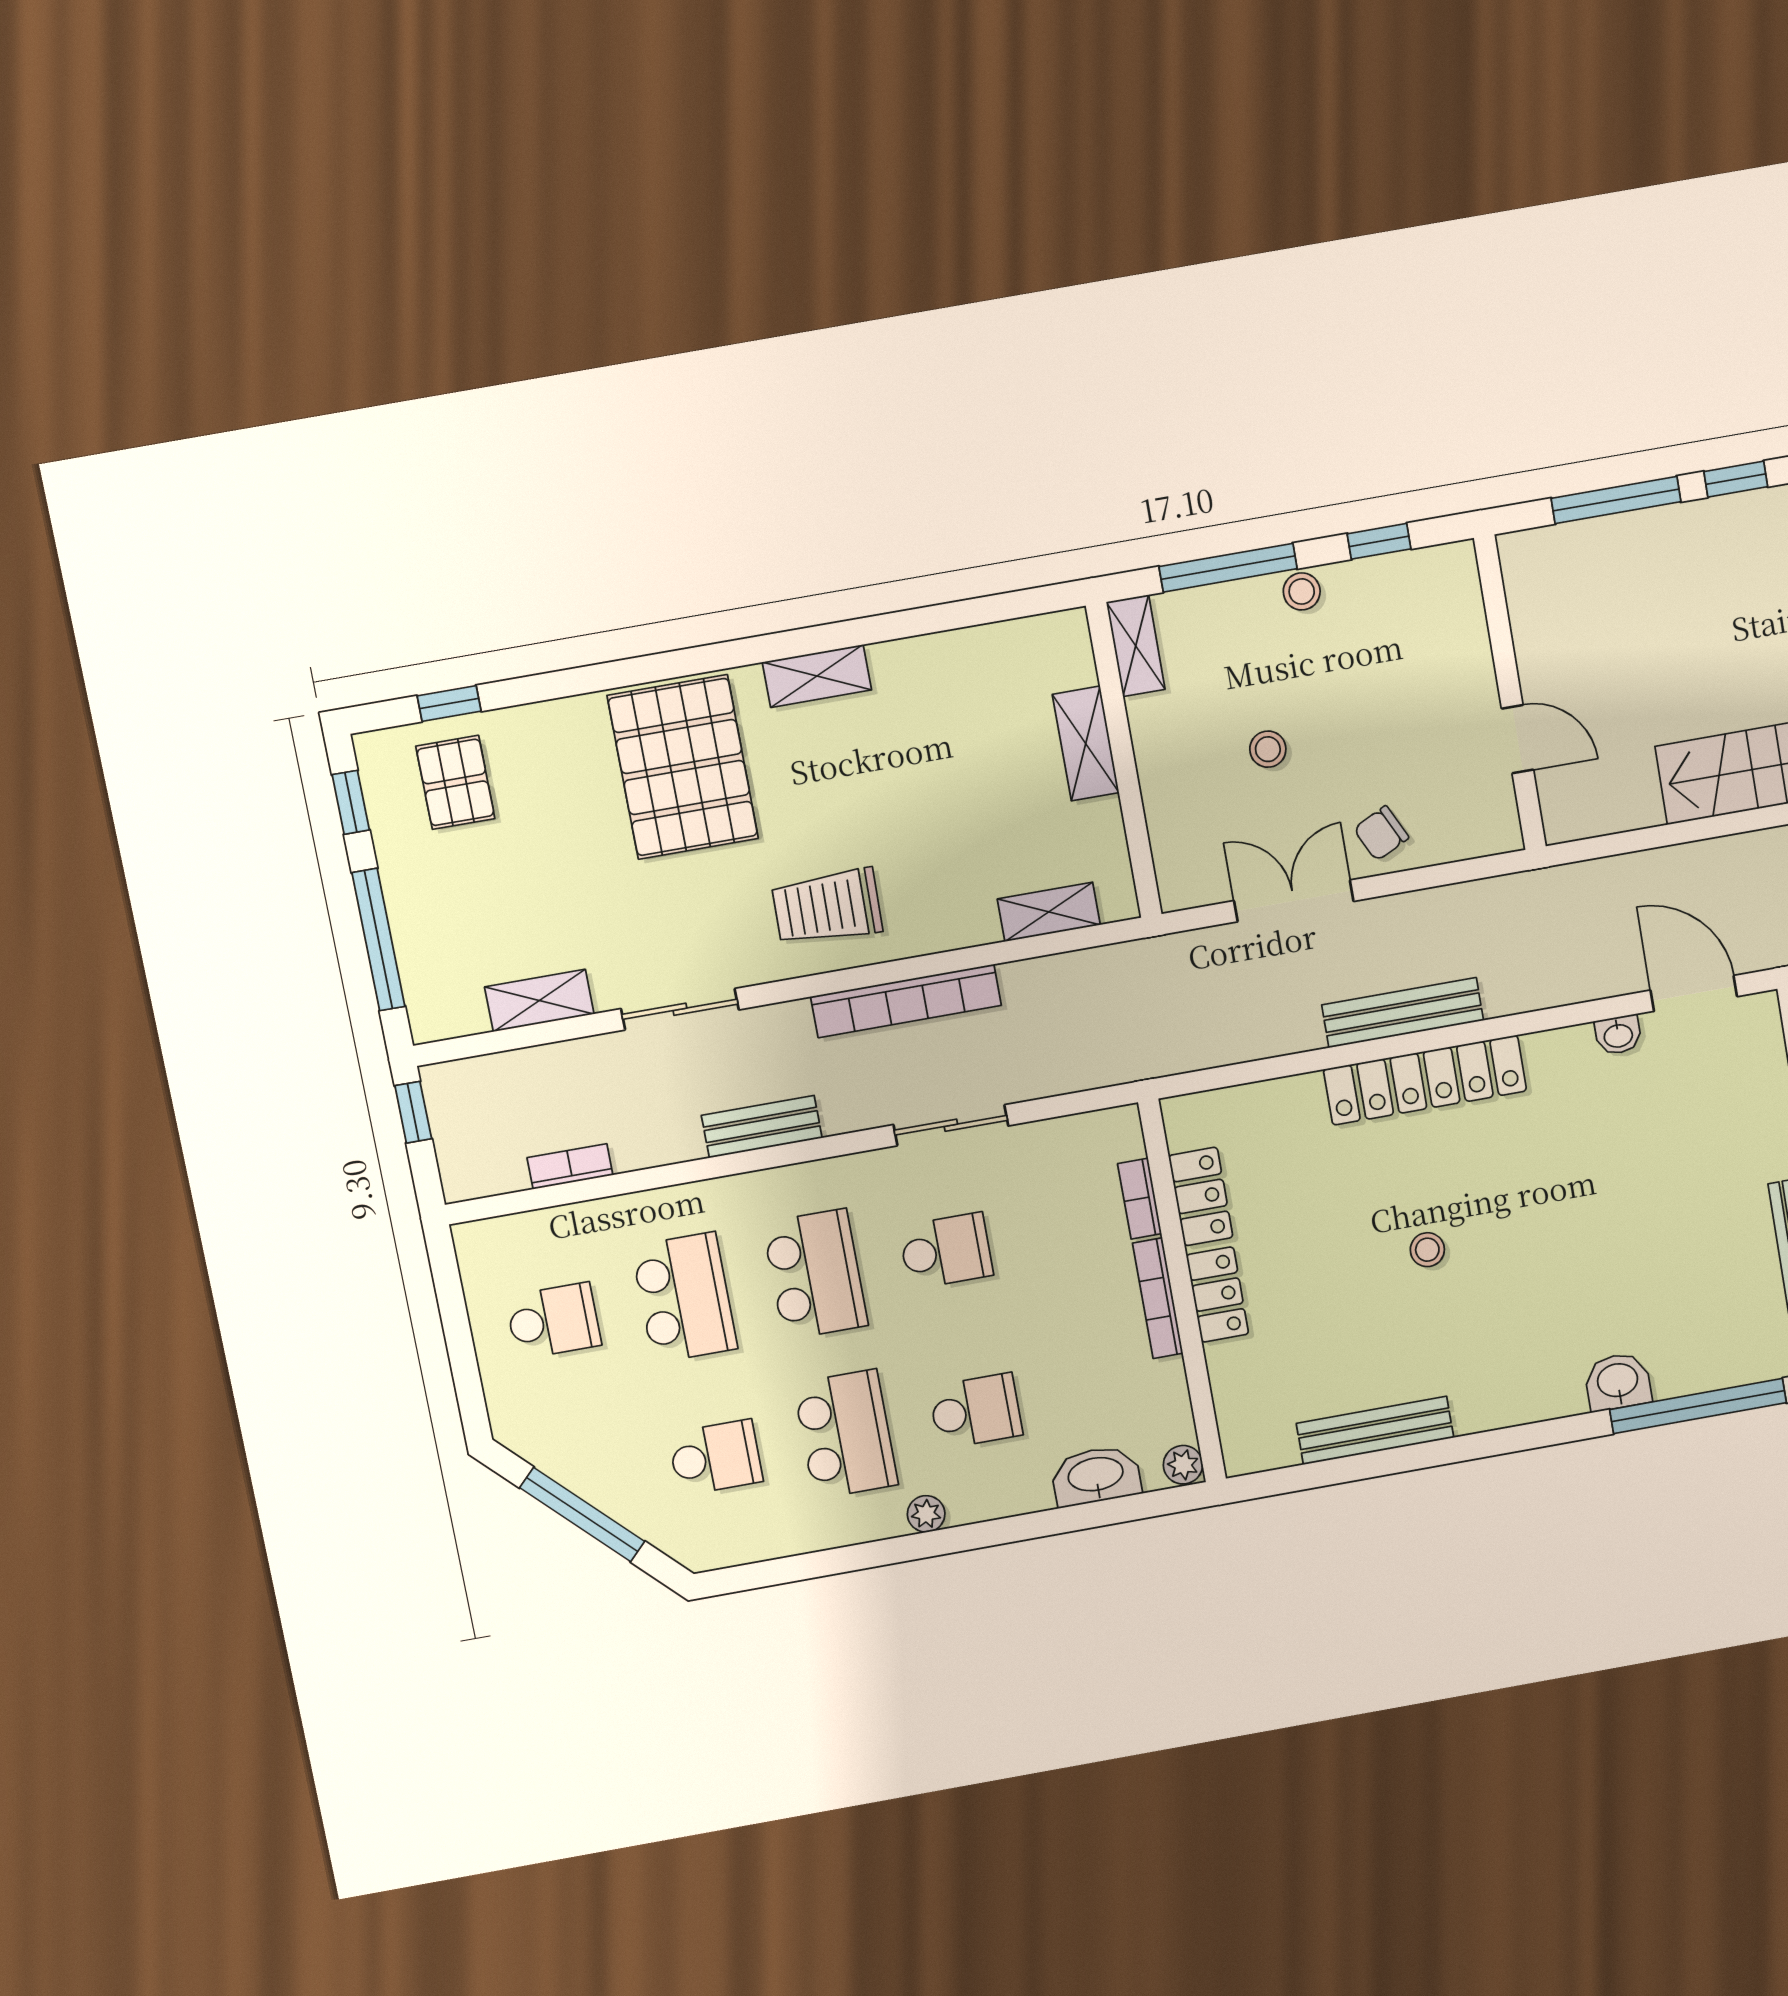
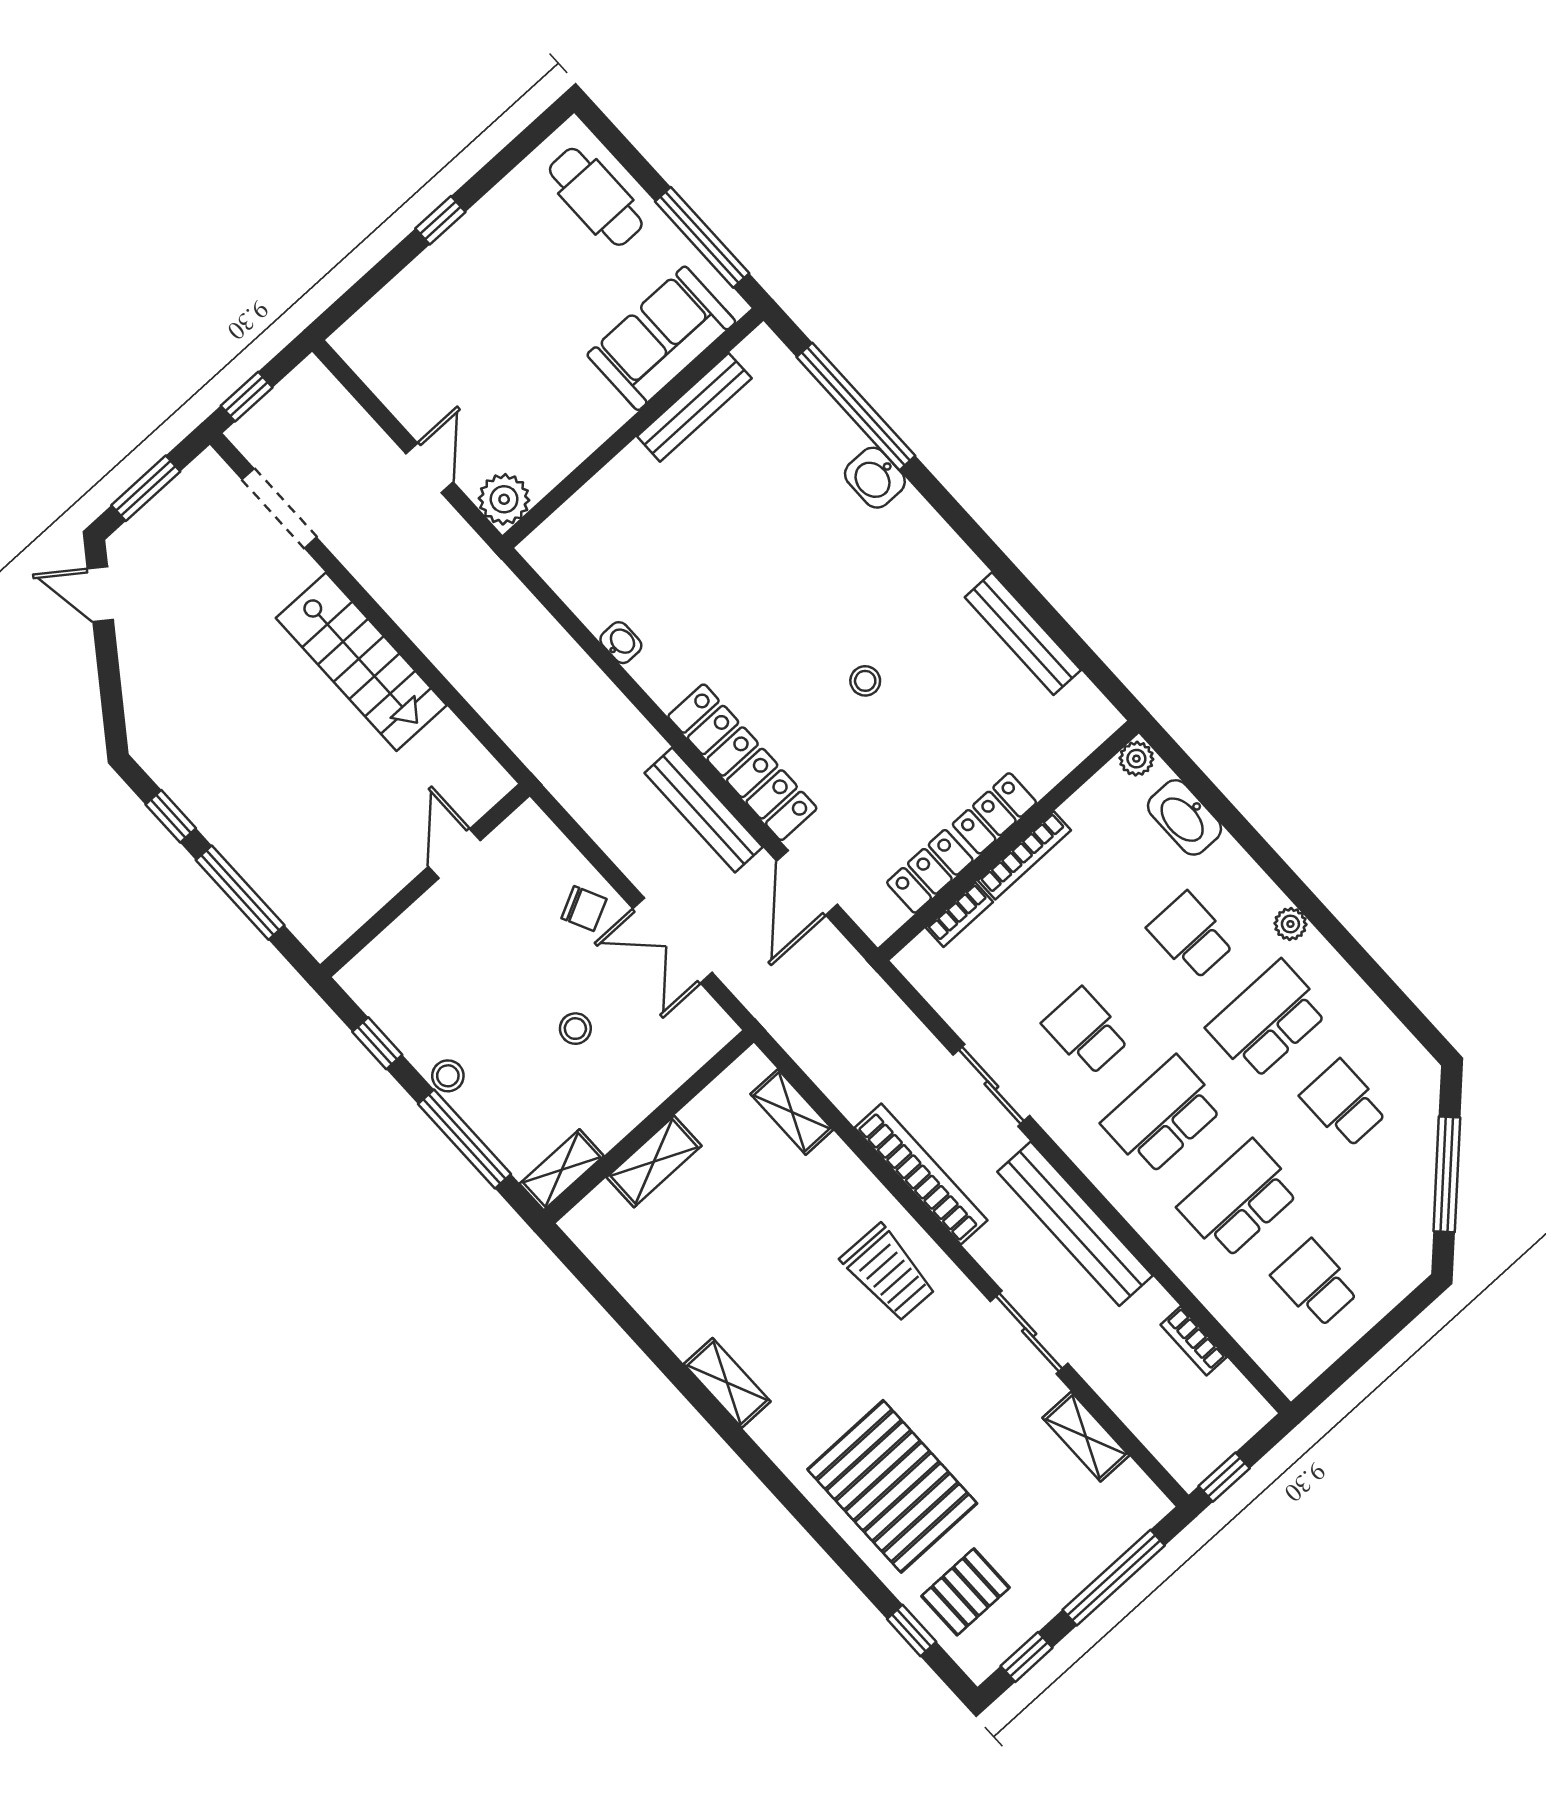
pallet: (683, 767) -> (892, 1486), moved, turned 90
door: (1694, 993) -> (807, 883), moved
bench: (762, 1127) -> (1075, 1224), width x1.86, depth x1.21

